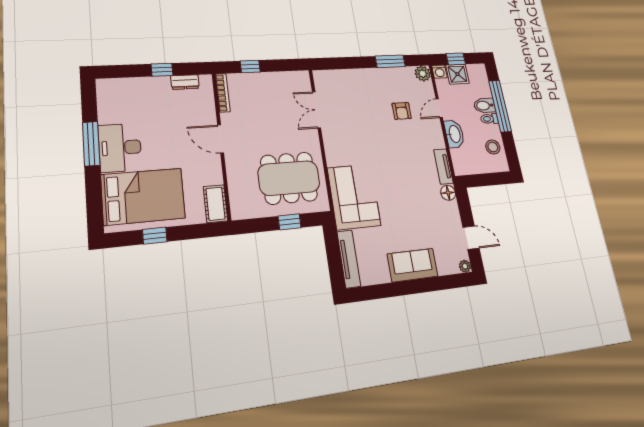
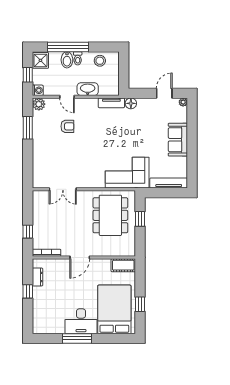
shower: (457, 74) -> (40, 60), moved

